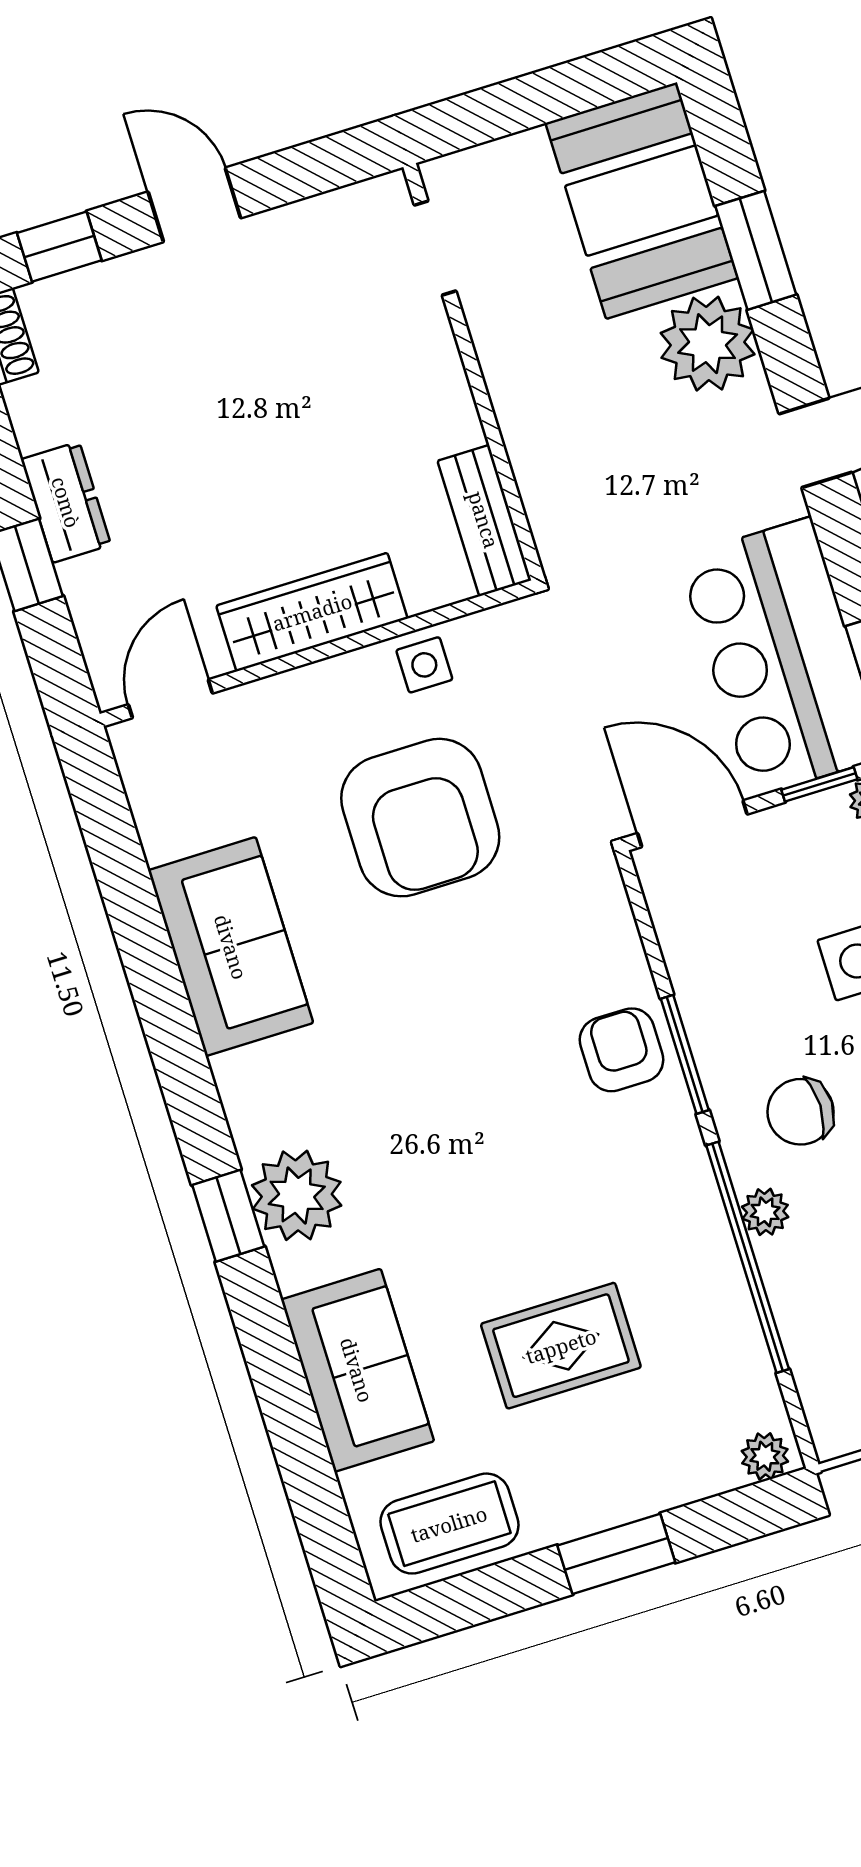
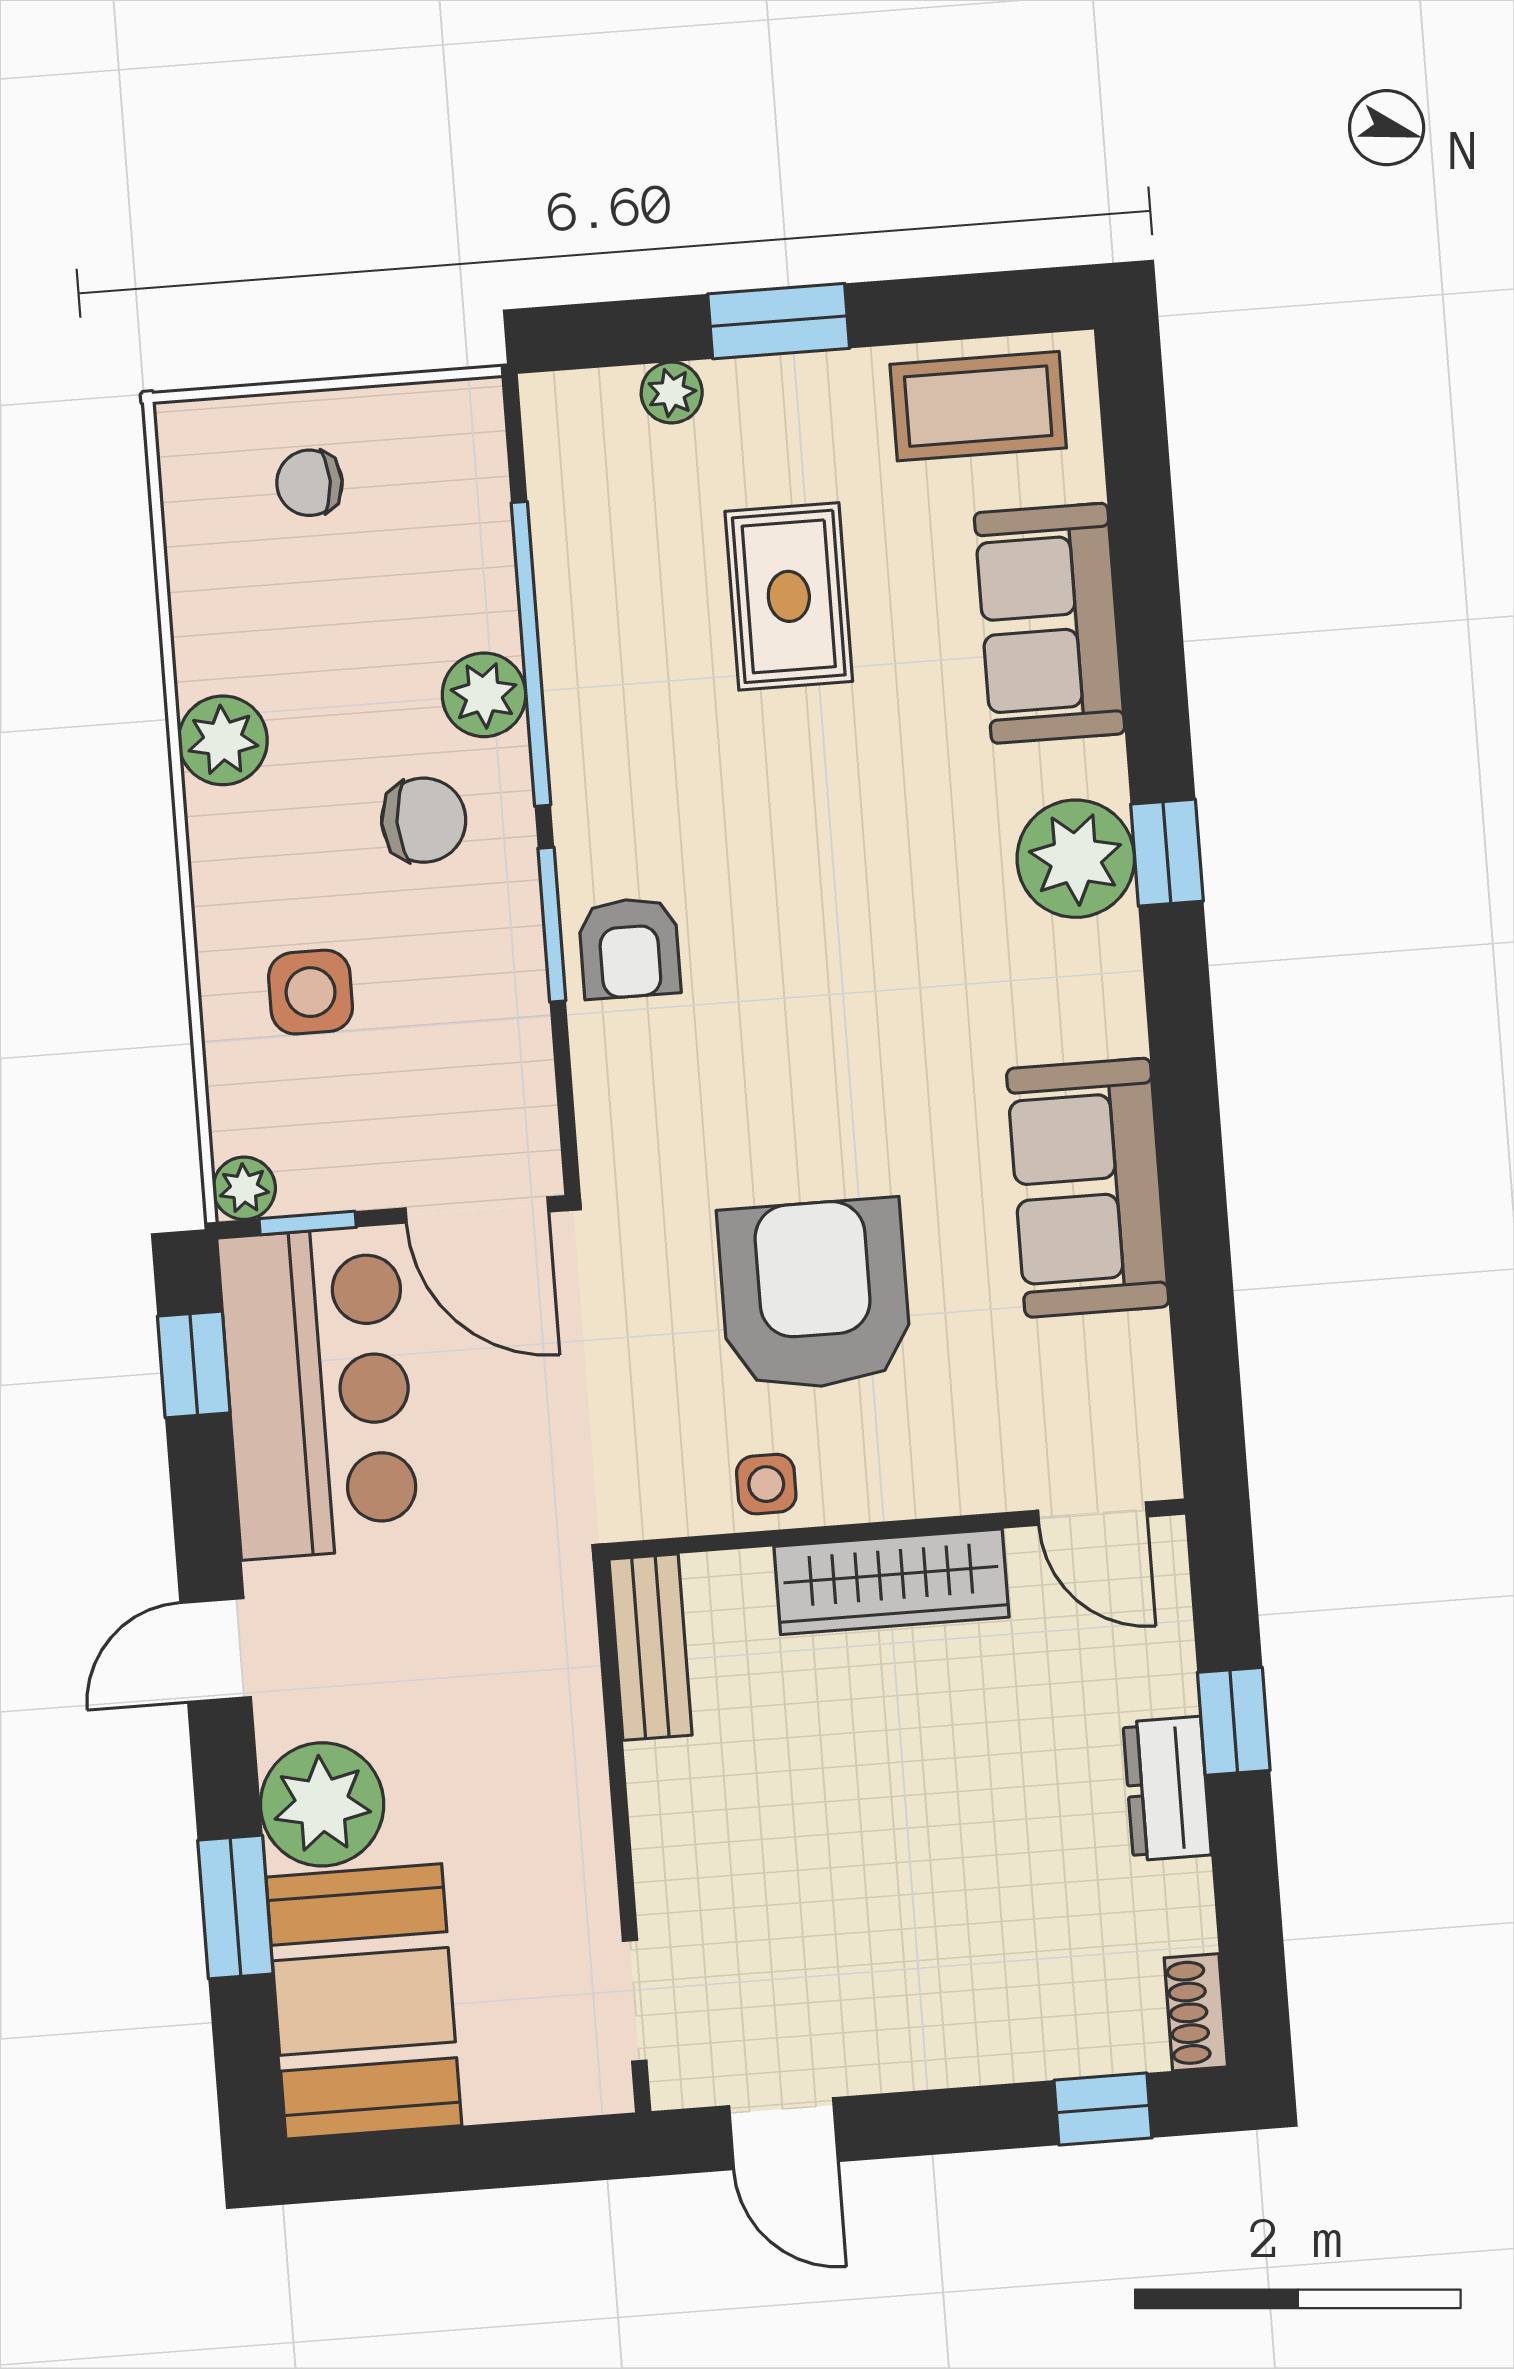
door: (194, 205) -> (784, 2134), moved
door: (170, 699) -> (1093, 1514), hinge flipped
plant: (765, 1212) -> (484, 695), width x1.38, depth x1.38
rug: (561, 1346) -> (789, 596), turned 90
plant: (765, 1456) -> (672, 393), moved

